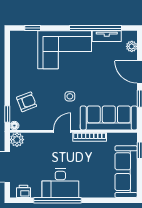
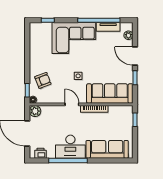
door: (62, 131) -> (72, 104), hinge flipped
sofa: (126, 172) -> (107, 149), moved, turned 90

